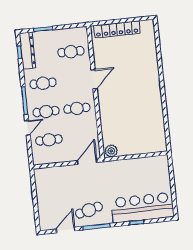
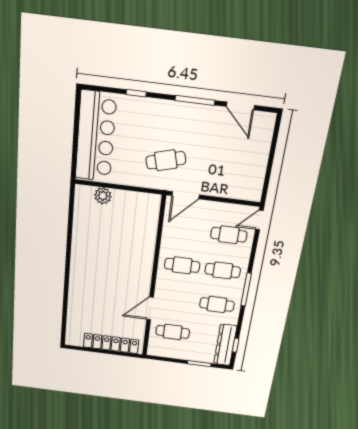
door: (94, 79) -> (150, 308), moved
door: (27, 128) -> (259, 220), moved
plant: (111, 151) -> (103, 196), moved
bar counter: (142, 208) -> (96, 137), moved, turned -90
cafe table: (89, 210) -> (166, 160), moved
door: (66, 230) -> (240, 106), hinge flipped

